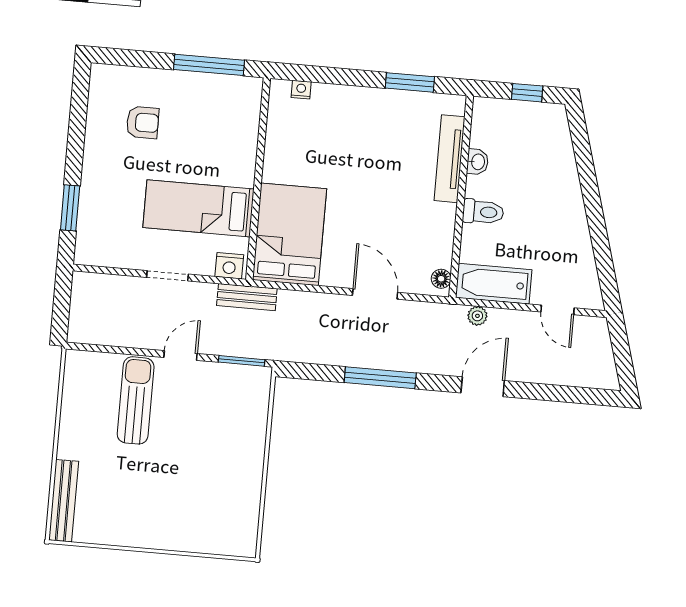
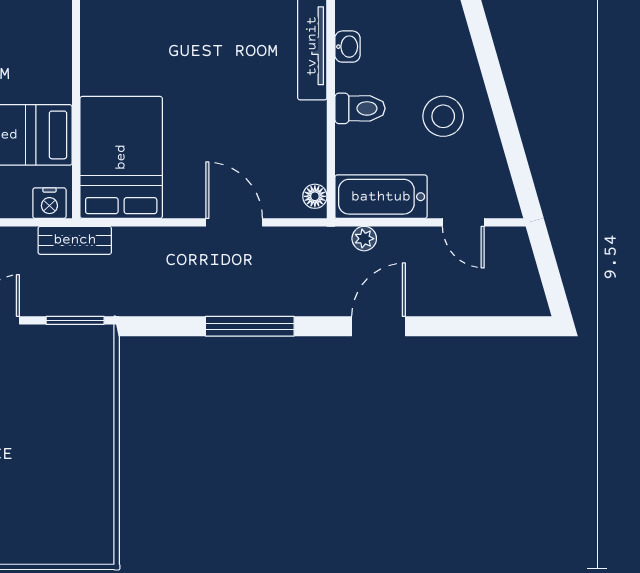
stool: (549, 224) -> (443, 116), added

